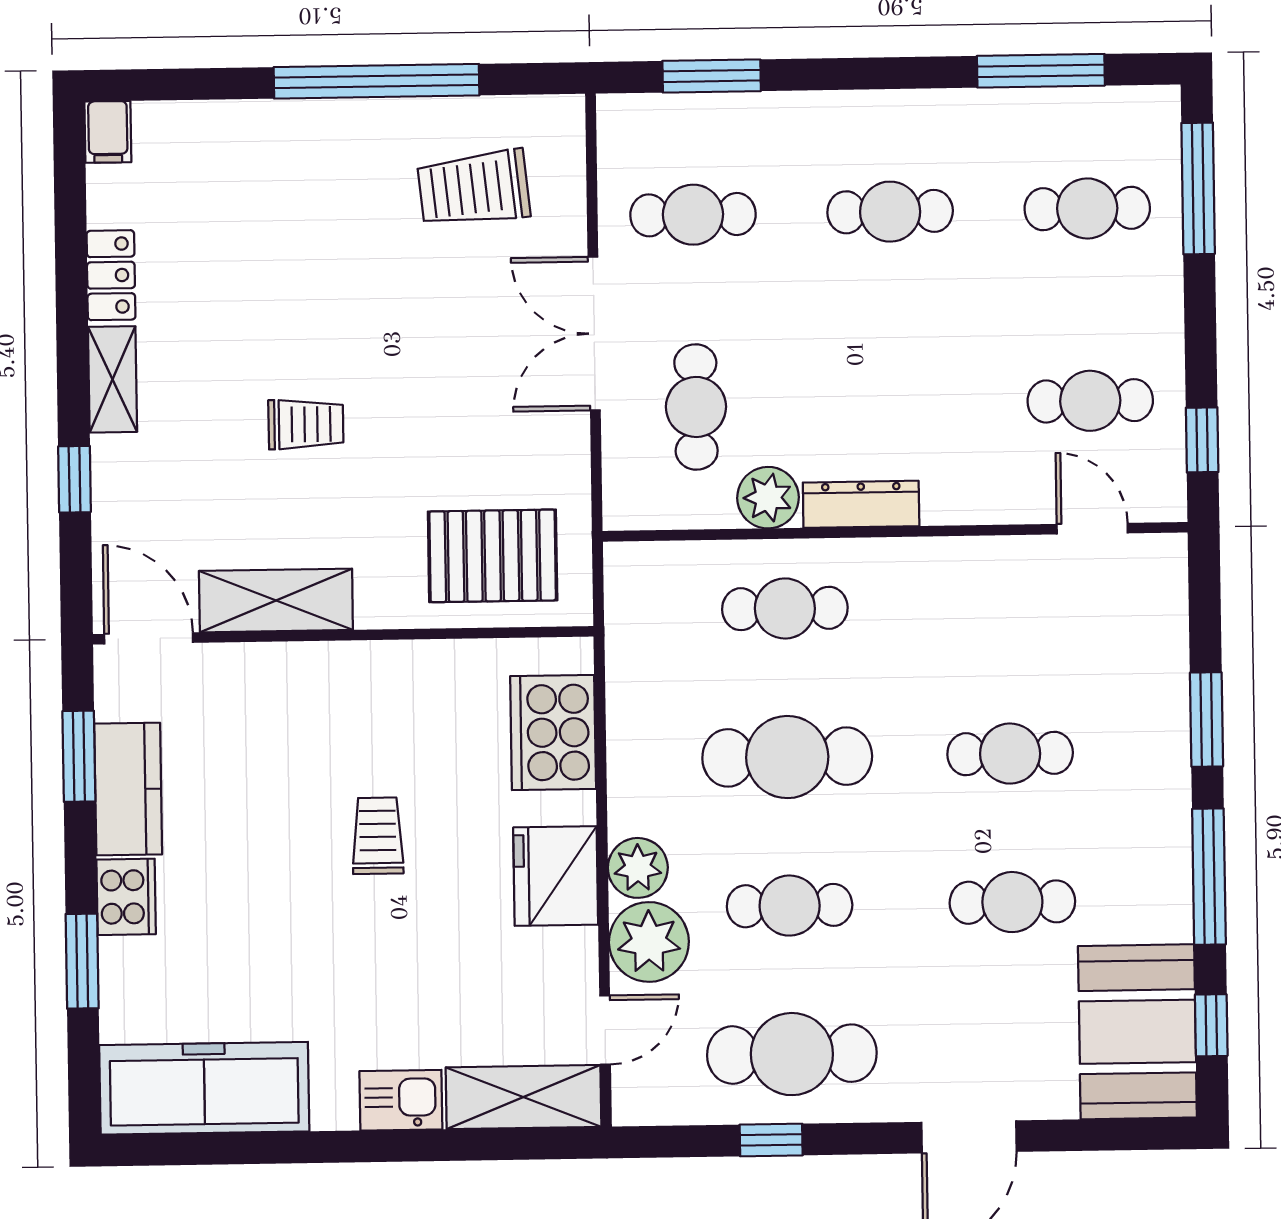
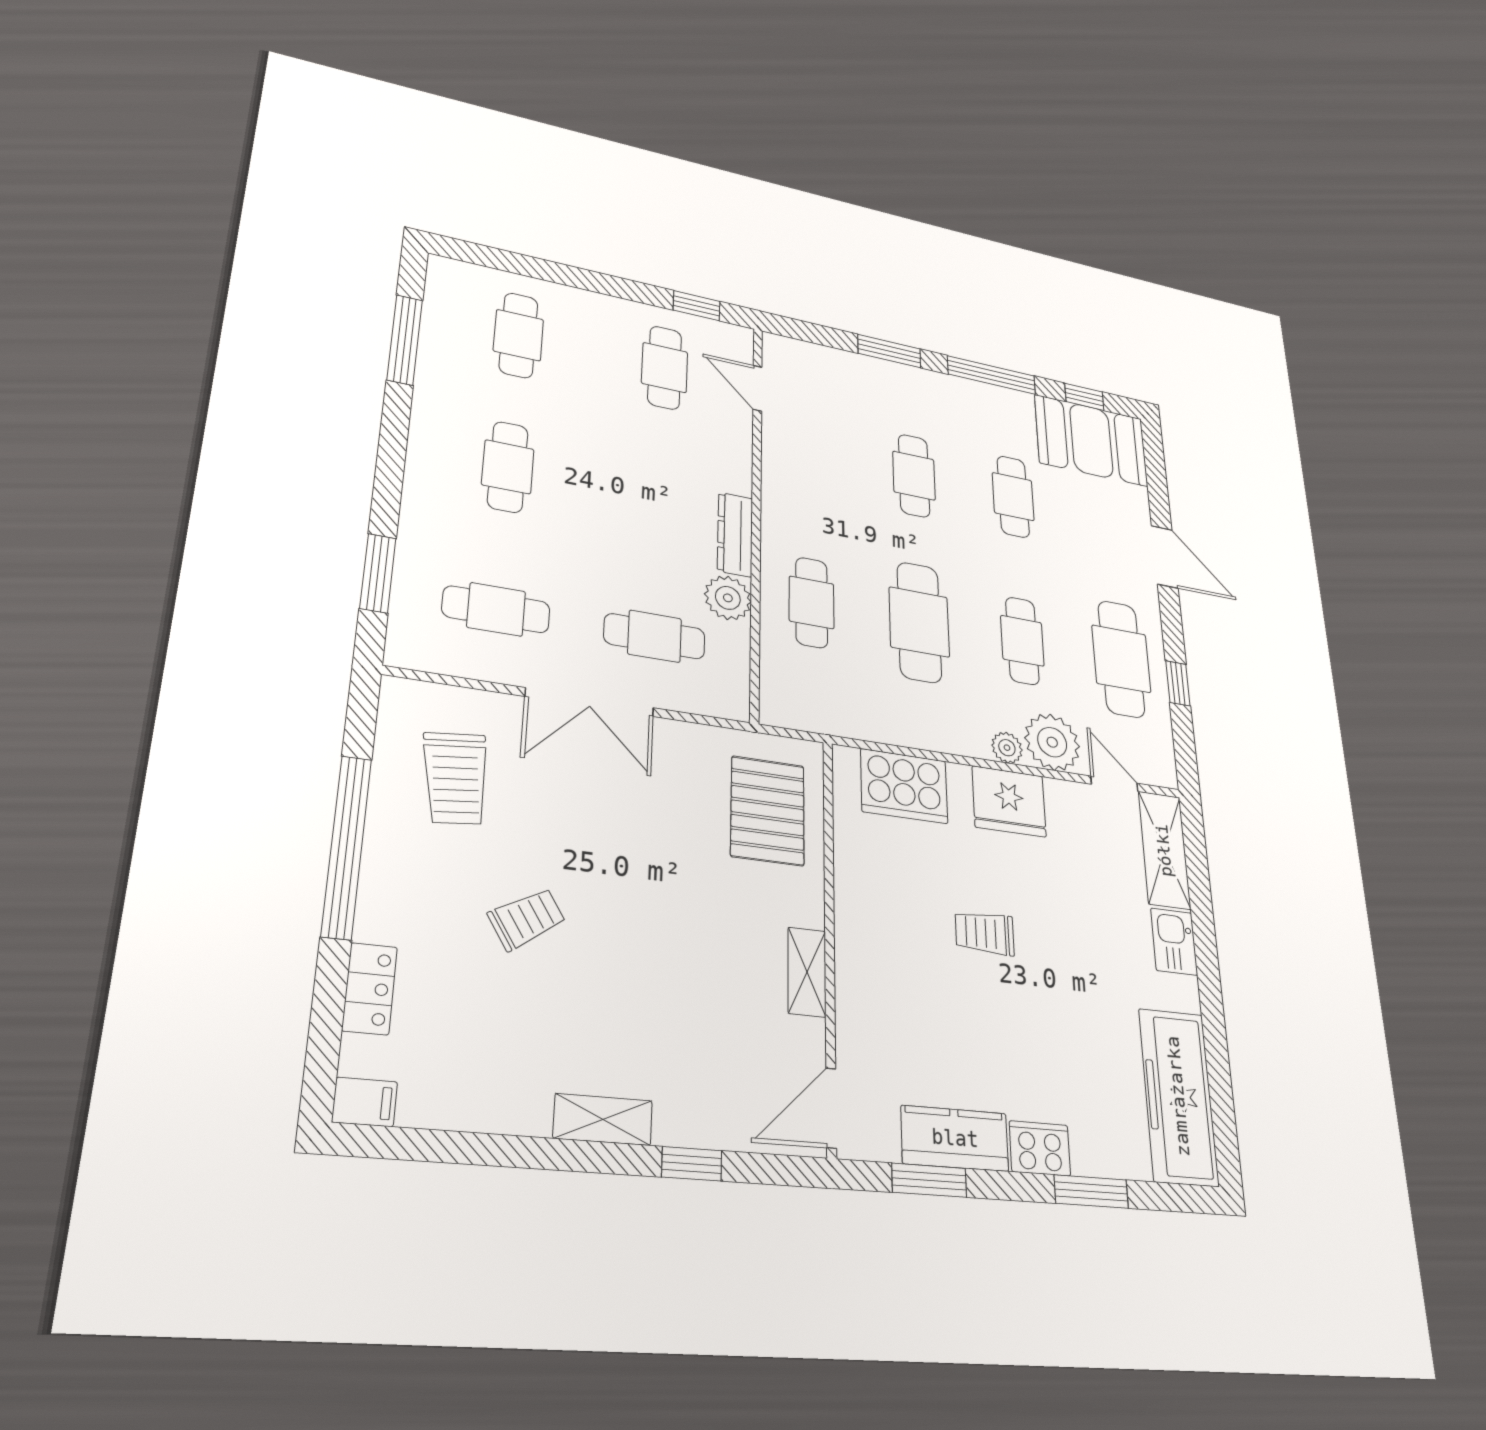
window: (1198, 188) -> (510, 262), removed
cafe table: (693, 215) -> (496, 609), turned 90
locker: (111, 275) -> (370, 989), moved, turned 90
trolley: (306, 424) -> (527, 919), moved, turned 58
door: (1092, 529) -> (757, 388), hinge flipped
shelving: (276, 600) -> (807, 972), width x0.67, depth x0.75
plant: (638, 868) -> (1007, 748), width x0.73, depth x0.73

